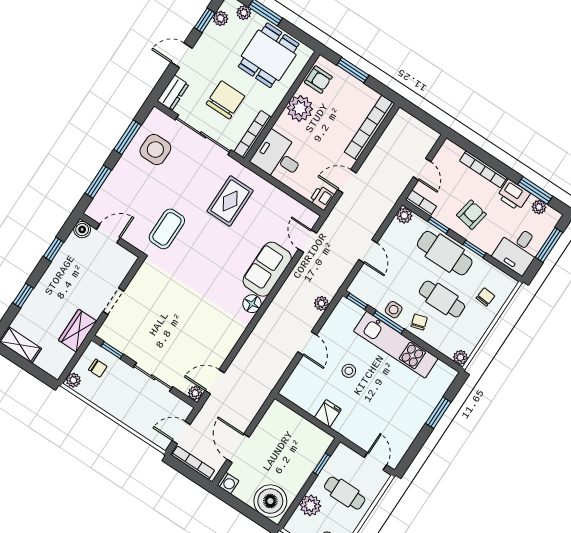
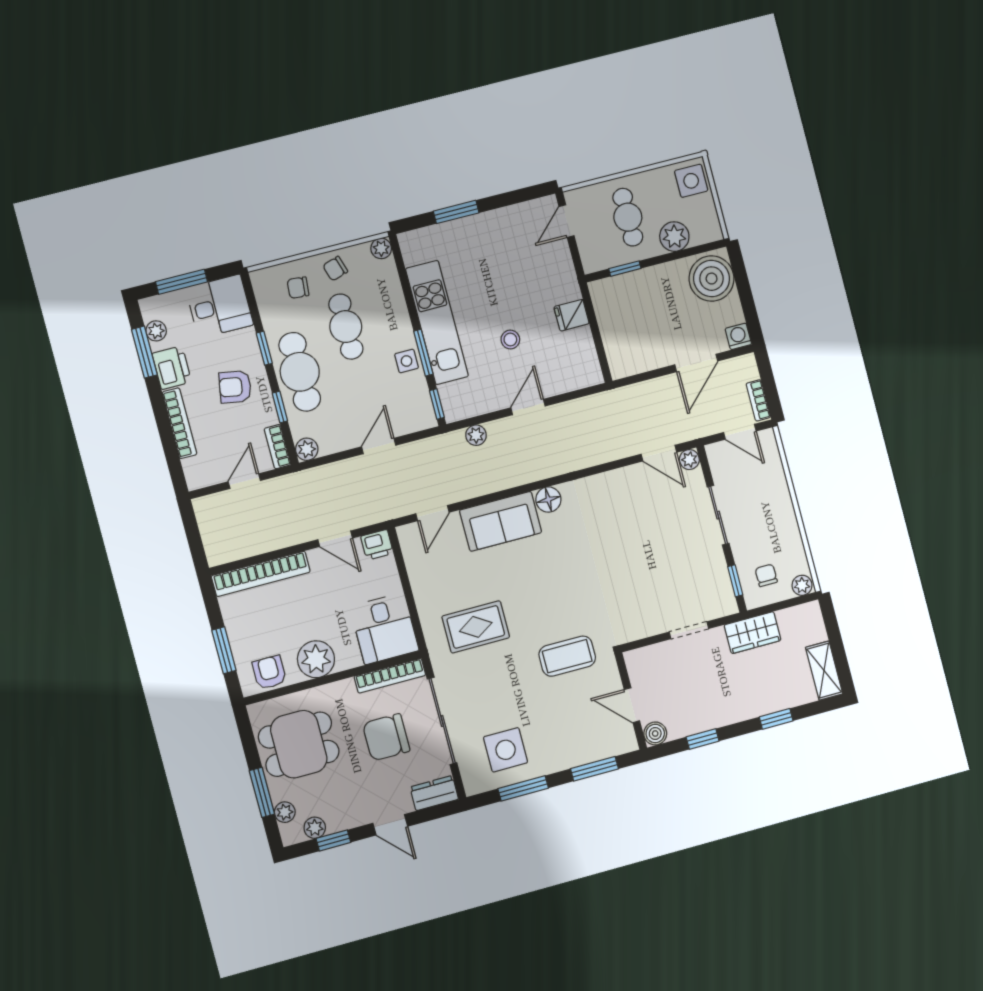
chair: (419, 322) -> (335, 269), moved
bookcase: (193, 463) -> (758, 400), width x0.64

